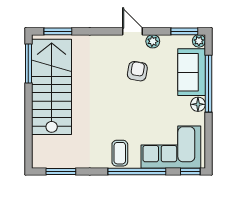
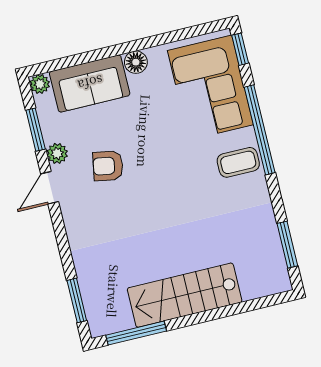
window: (184, 31) -> (36, 130), moved
window: (208, 84) -> (101, 54), removed
stairs: (52, 87) -> (185, 295), width x0.73, depth x0.66

